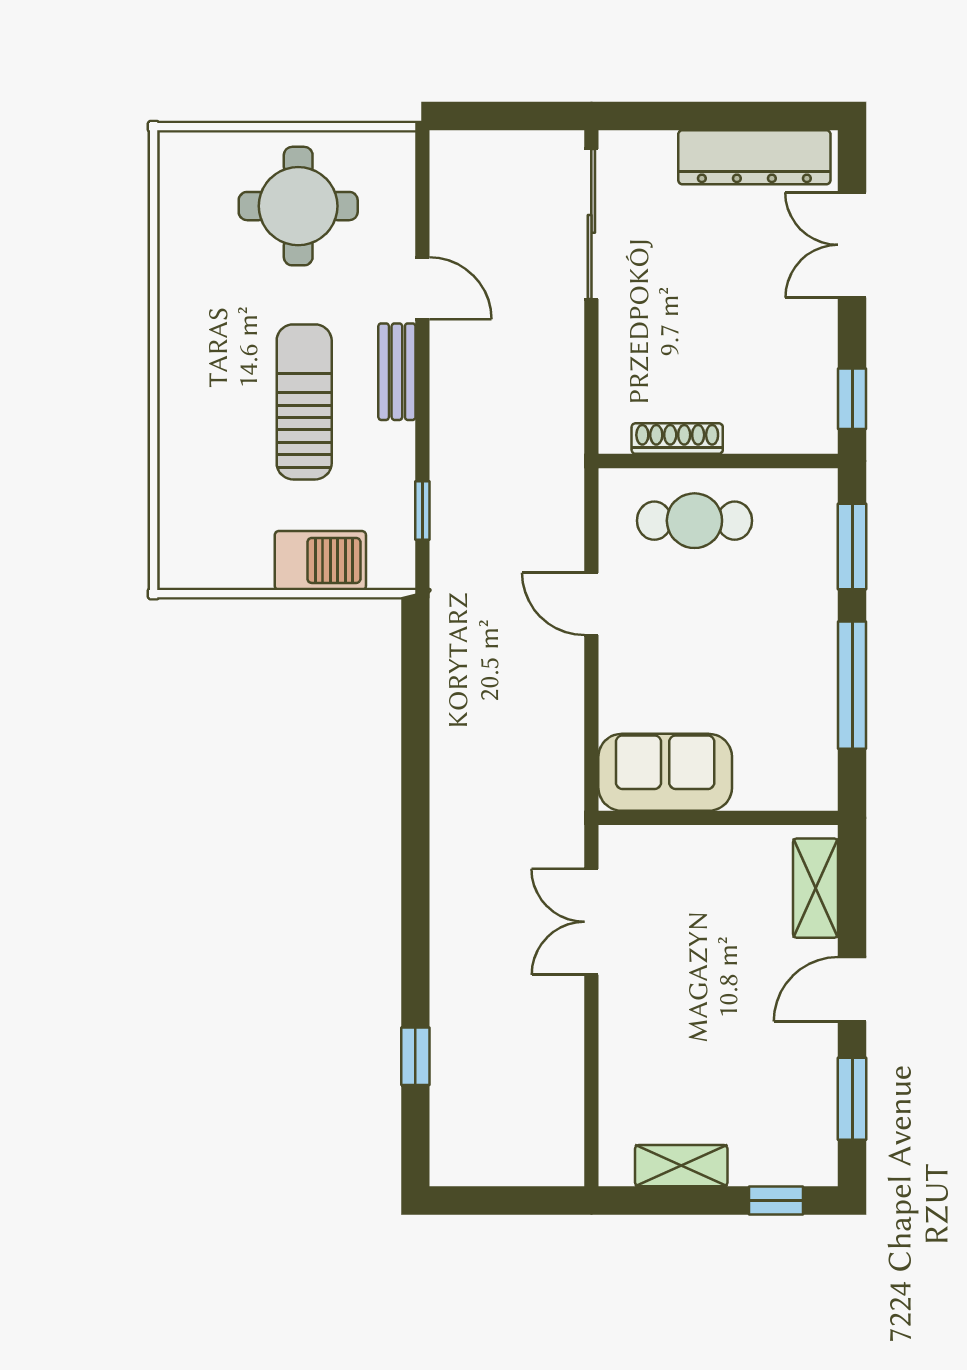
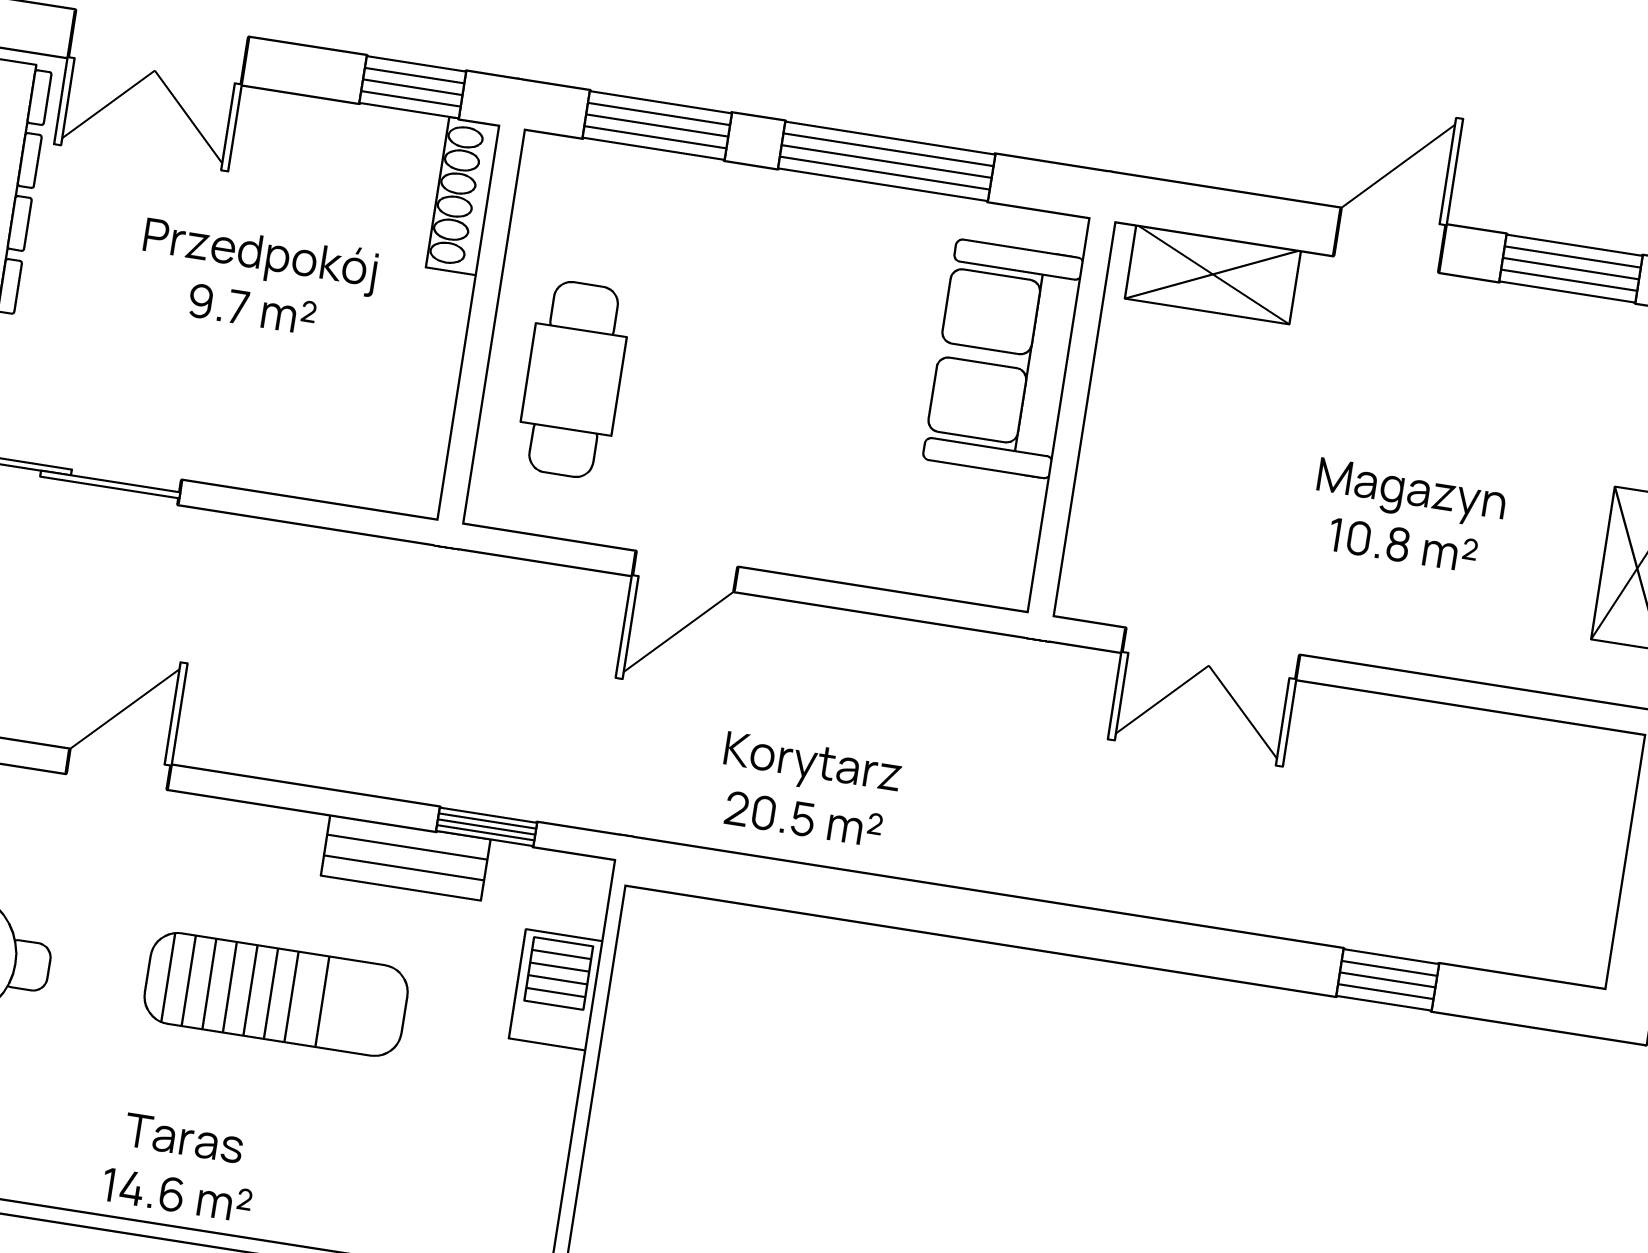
bench: (397, 372) -> (406, 858), moved
sun lounger: (304, 402) -> (276, 994), turned 180
shoe rack: (677, 439) -> (463, 196), moved
barbecue: (320, 560) -> (556, 990), width x0.73, depth x0.79
sofa: (665, 772) -> (1003, 359), moved
door: (852, 989) -> (1390, 240), swing flipped

